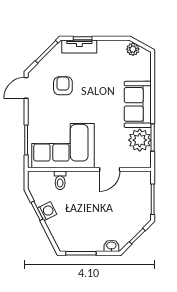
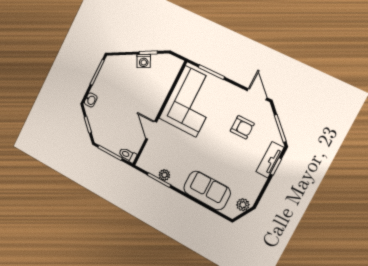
sofa: (138, 104) -> (207, 190), moved
plant: (140, 140) -> (164, 175), width x0.53, depth x0.53
toilet: (60, 180) -> (128, 155), moved

